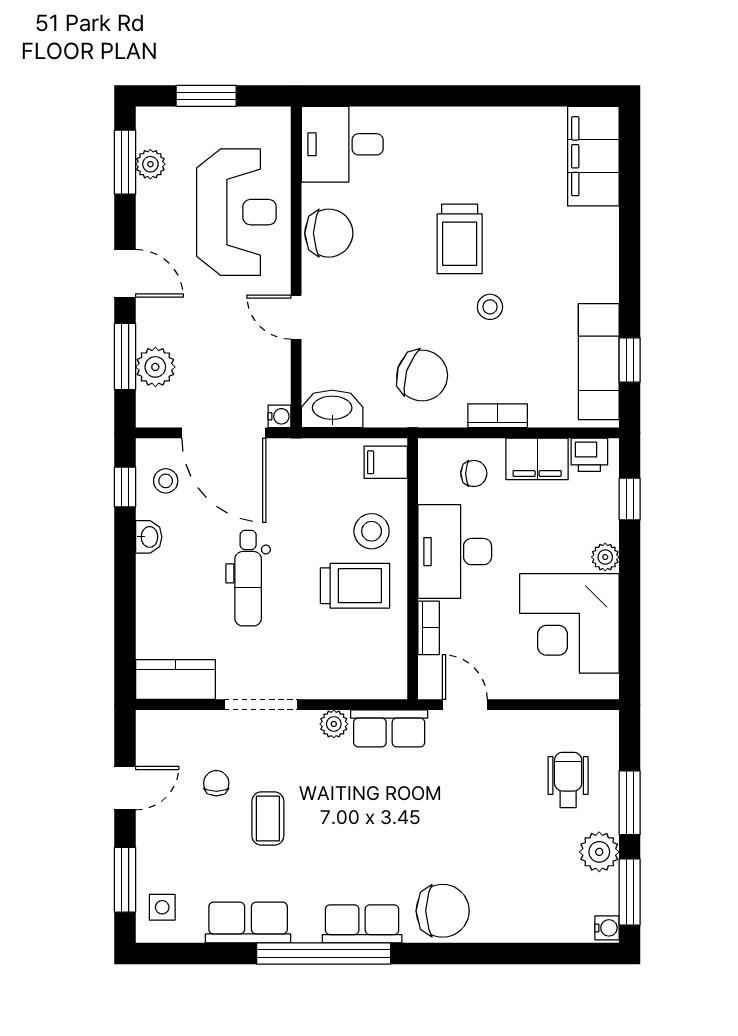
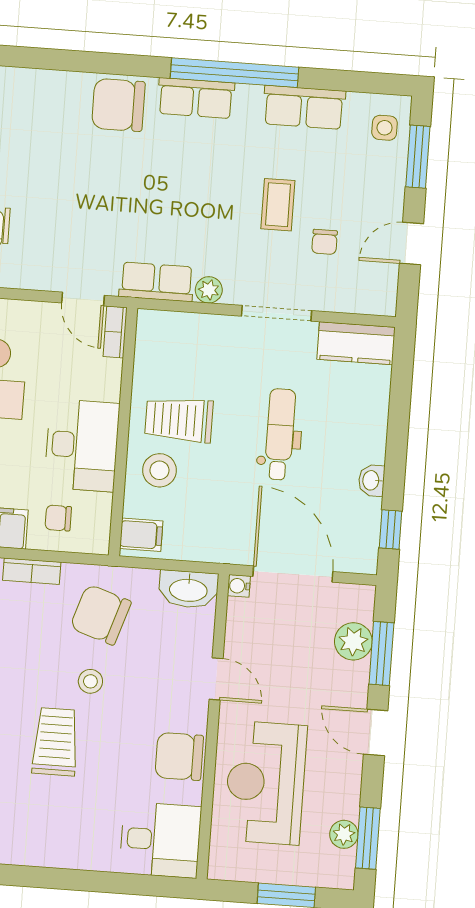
stool: (490, 307) -> (90, 681), moved
stool: (166, 481) -> (351, 533), removed
bookcase: (429, 628) -> (115, 332), moved

